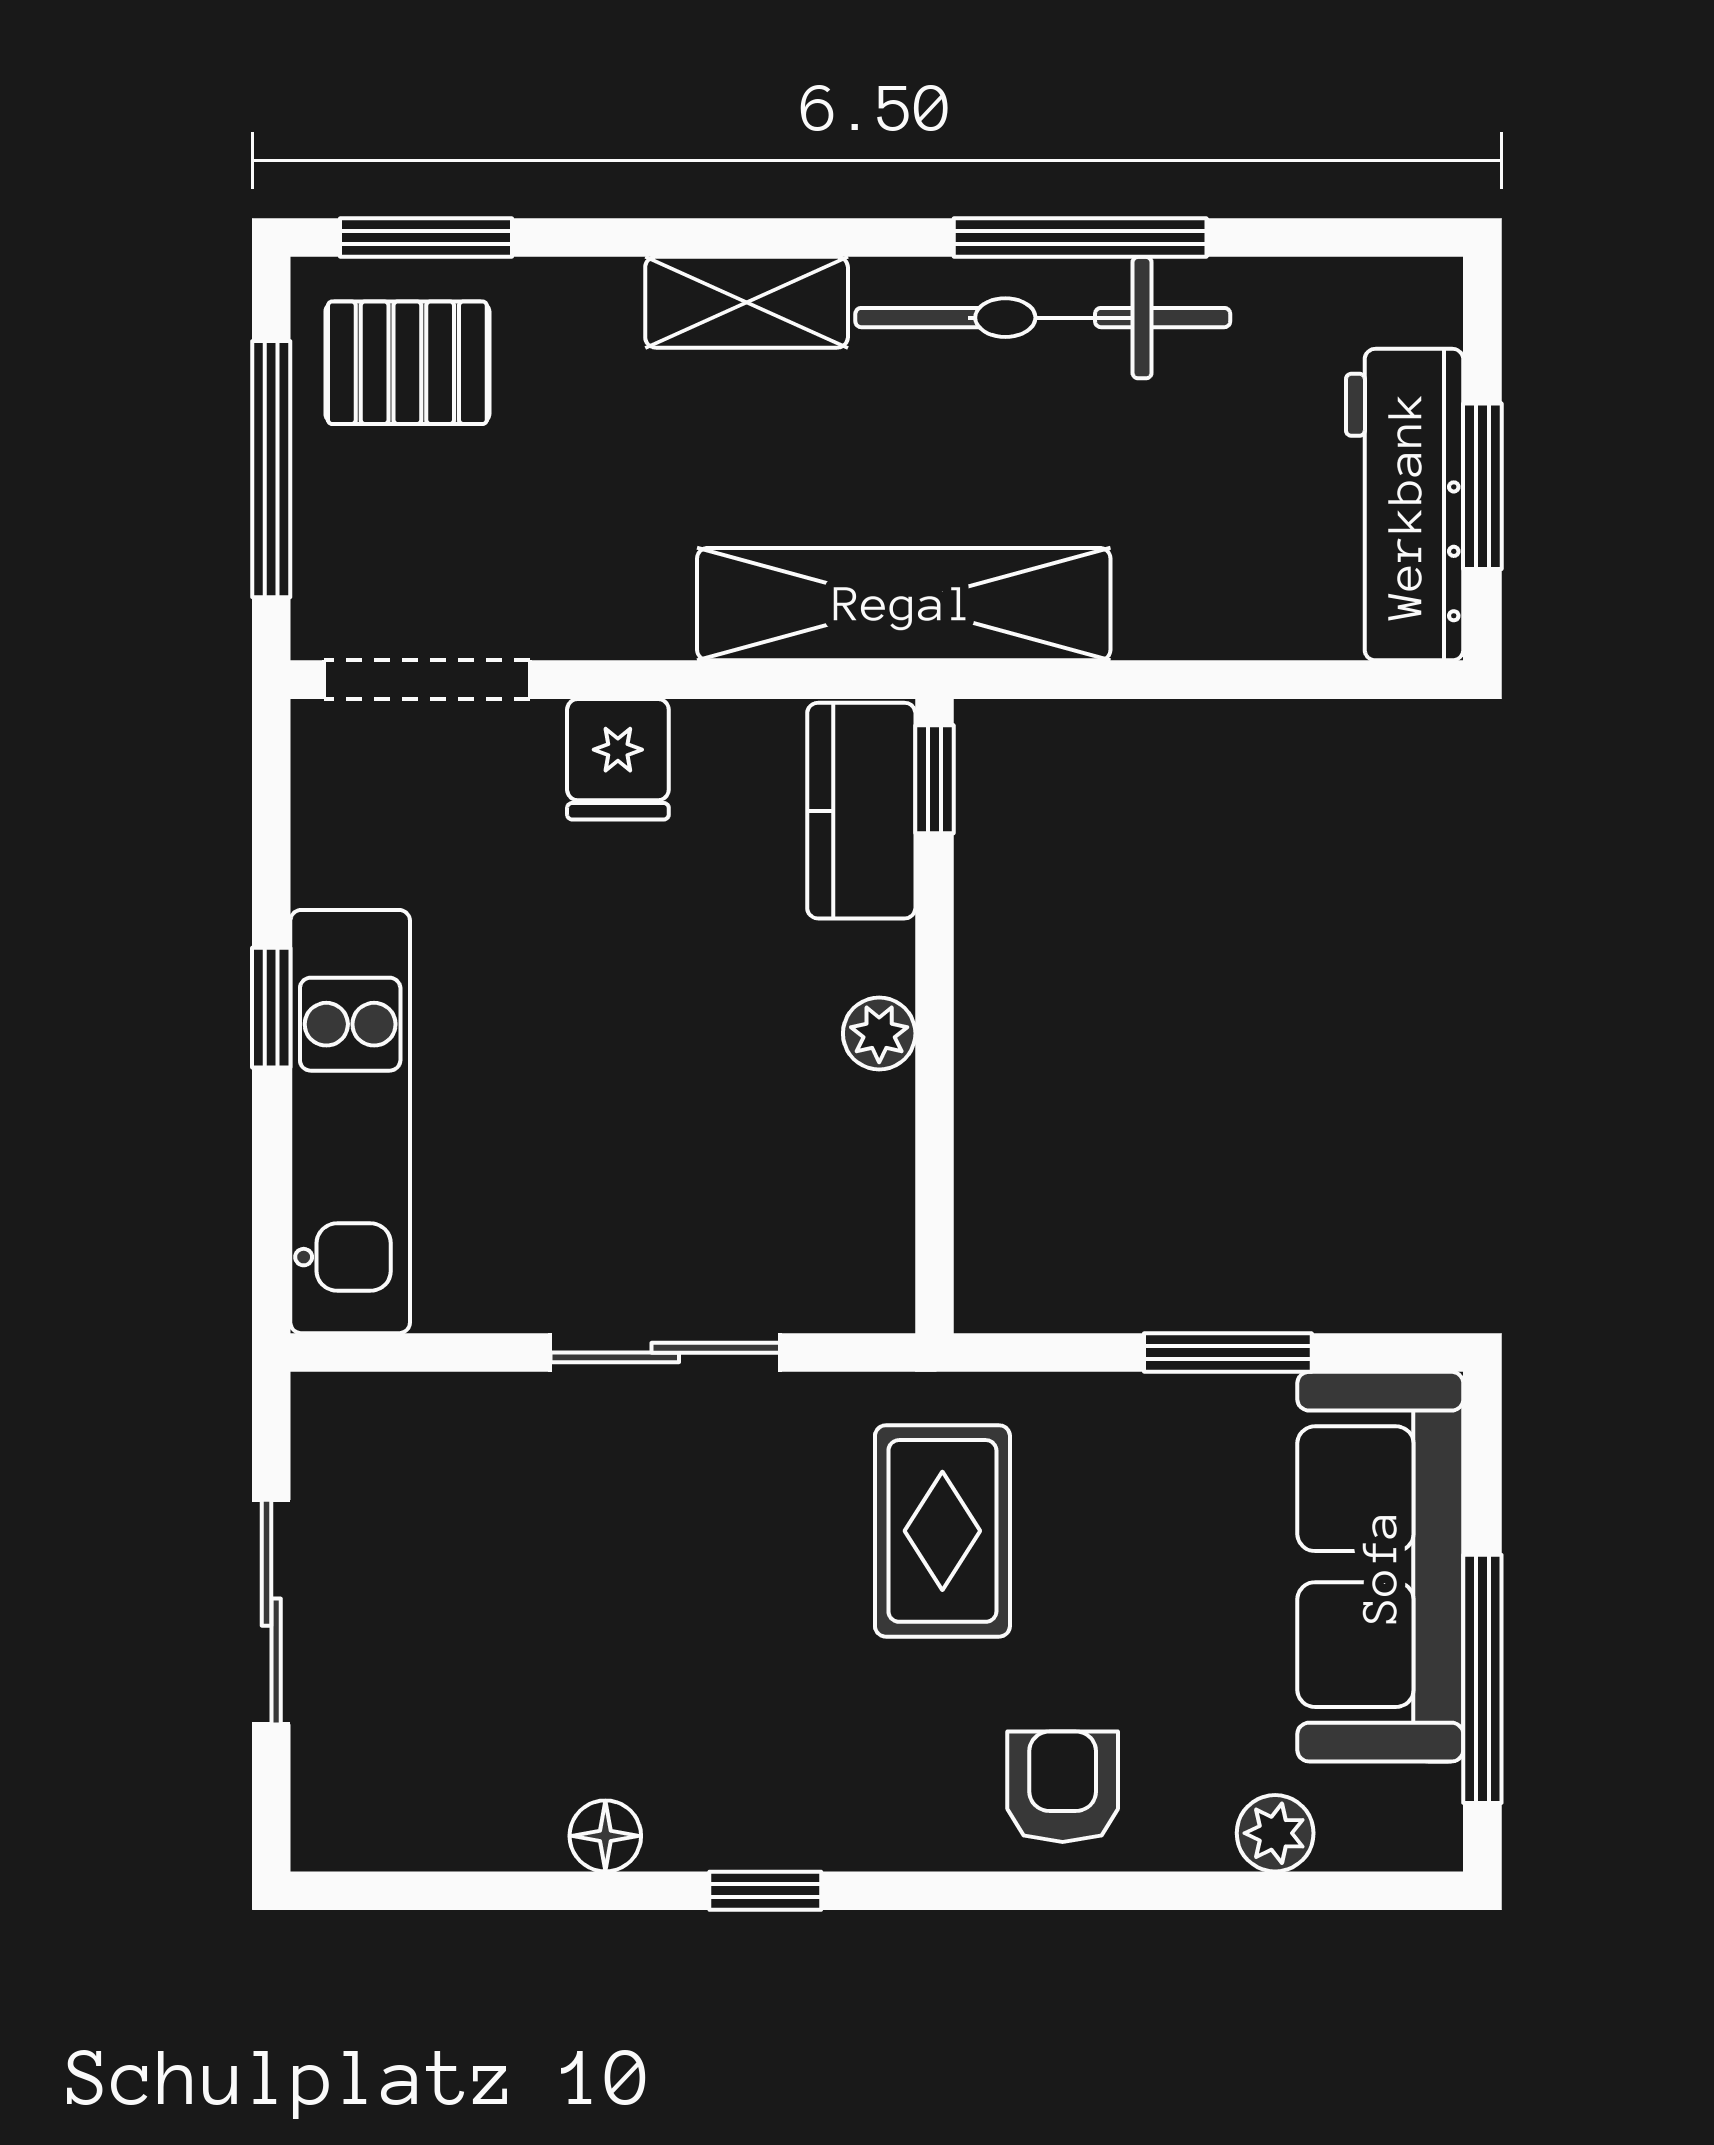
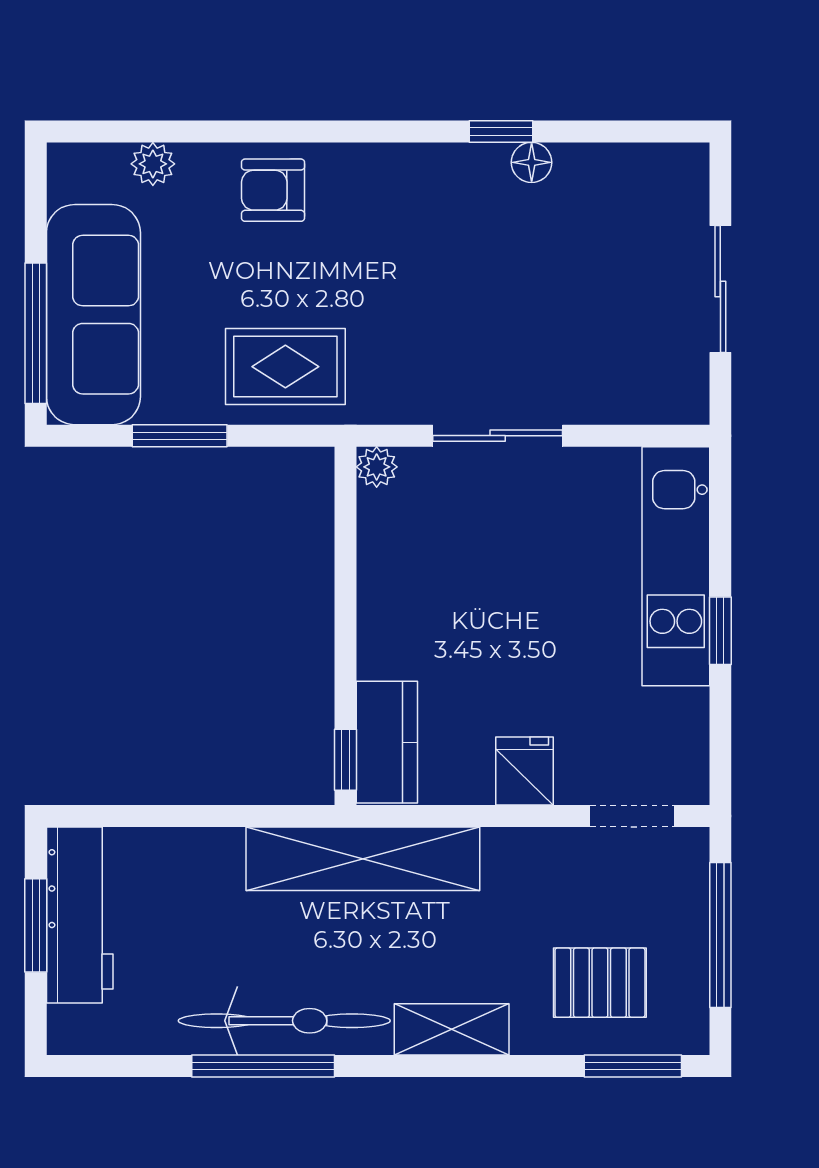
pallet: (407, 363) -> (600, 983), moved
doorway: (427, 680) -> (632, 816), width x0.73
plant: (879, 1033) -> (377, 467), moved
rug: (942, 1531) -> (285, 367), moved, turned 90
window: (1482, 1679) -> (36, 333), moved
armchair: (1063, 1787) -> (273, 190), turned 90
window: (765, 1891) -> (501, 131), moved

